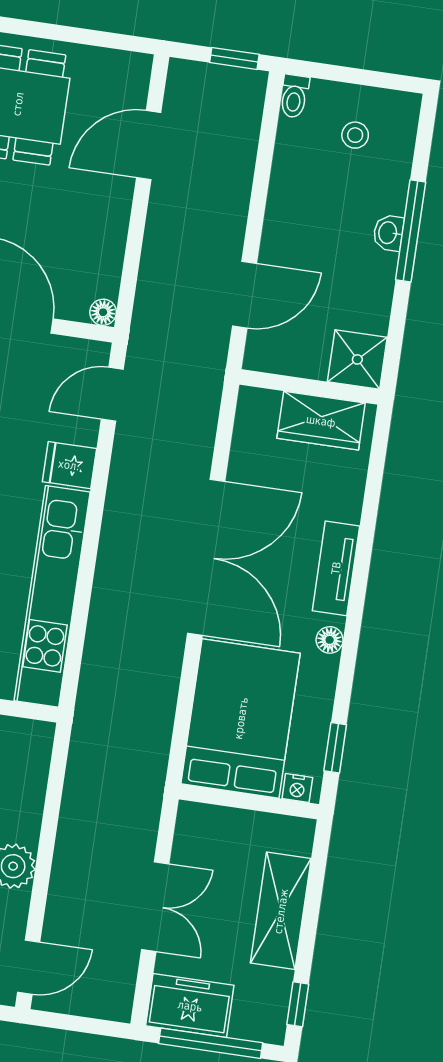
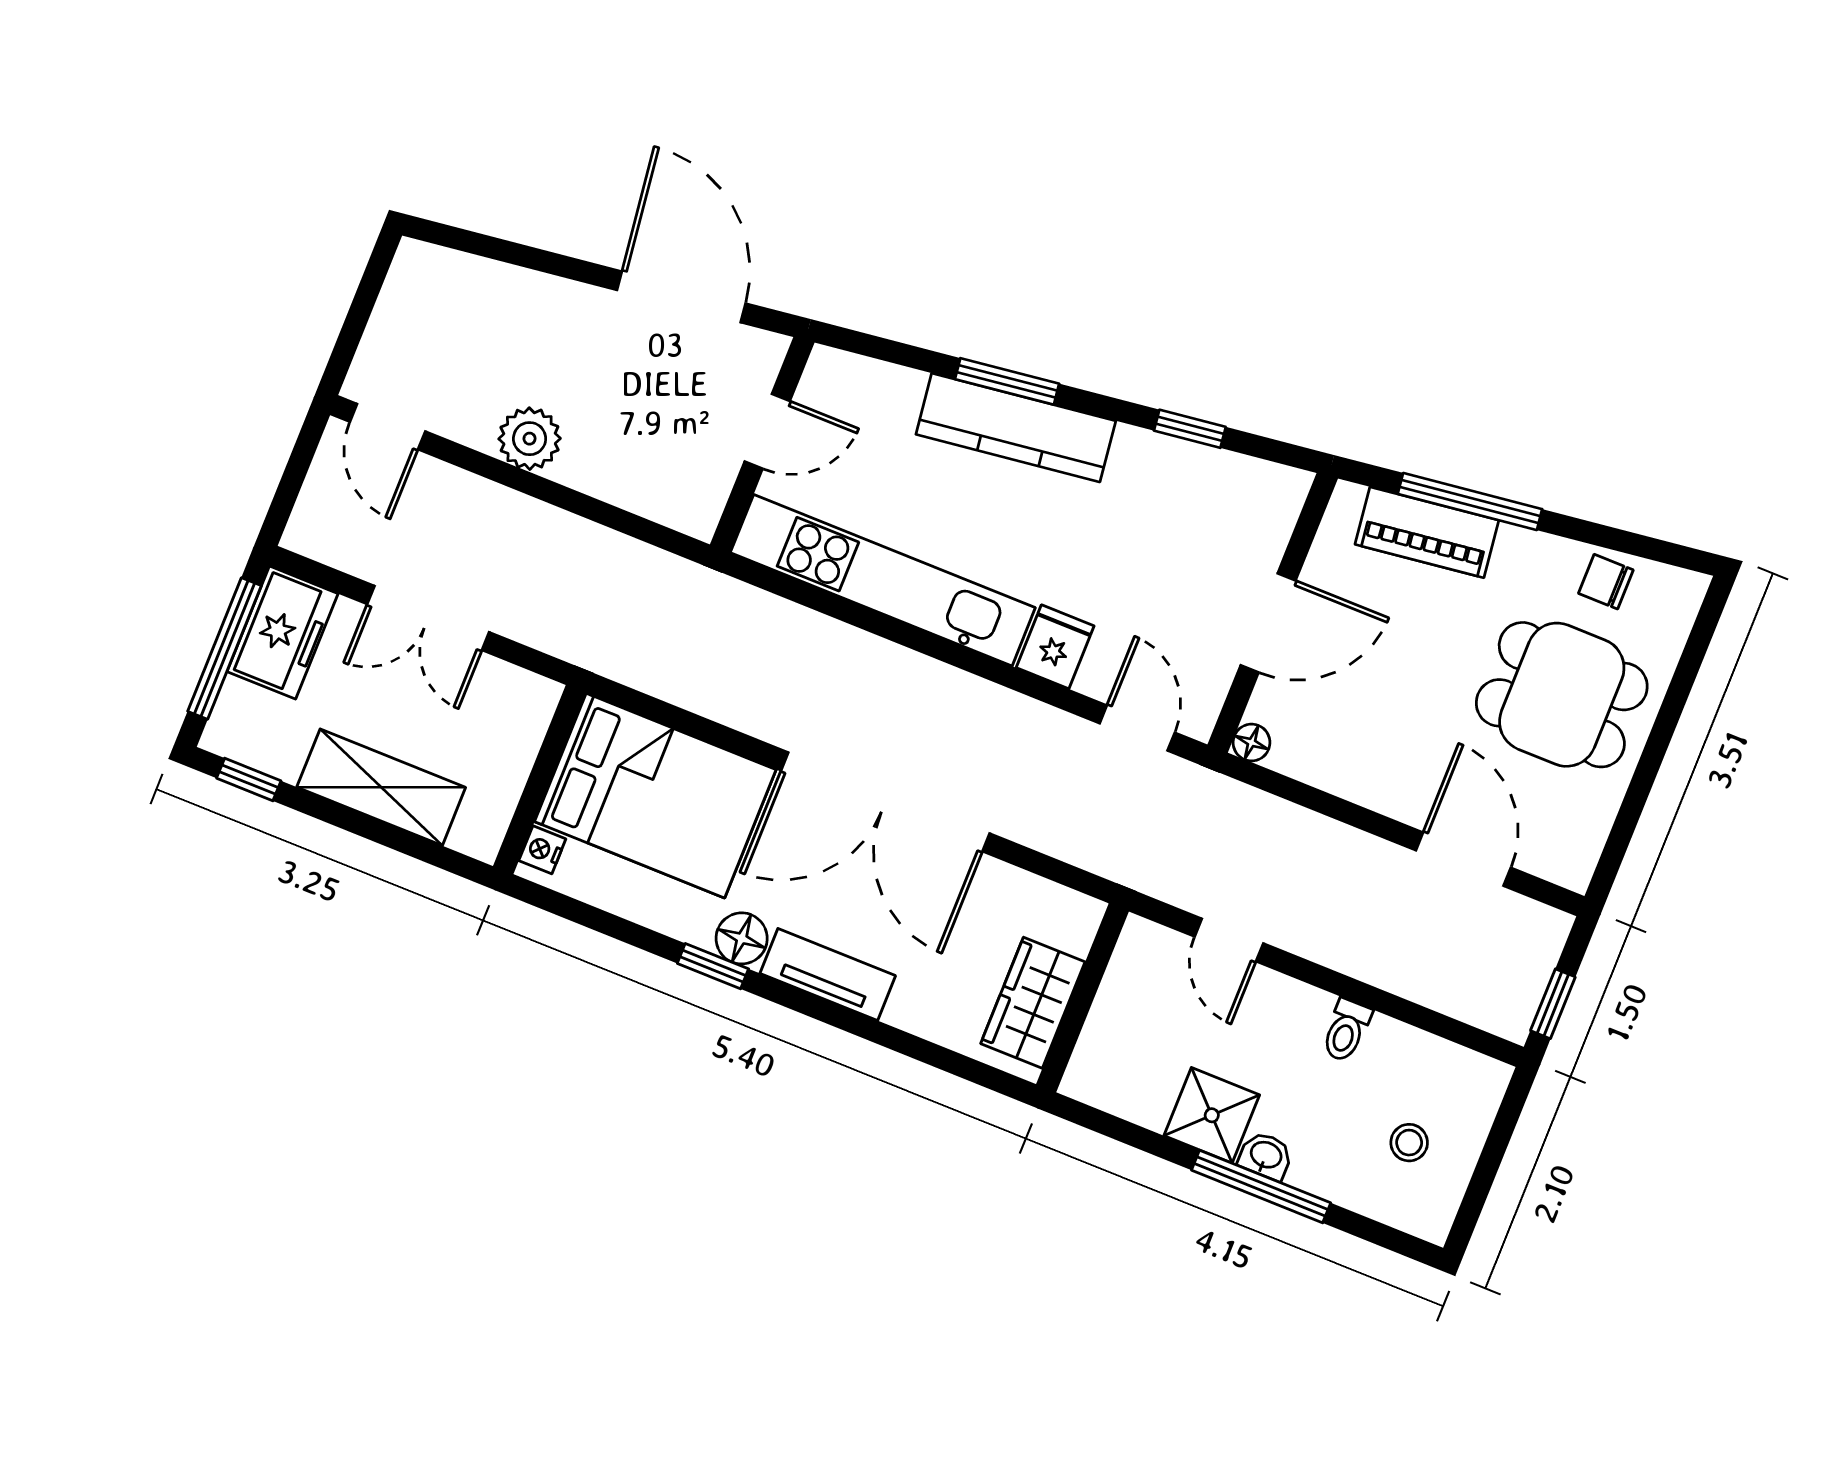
toilet: (294, 96) -> (1346, 1030), moved, turned -90
door: (244, 295) -> (1229, 940), width x0.73
shower: (357, 359) -> (1212, 1115), moved
floor lamp: (330, 640) -> (742, 938), width x1.37, depth x1.37
window: (335, 748) -> (713, 966), moved

